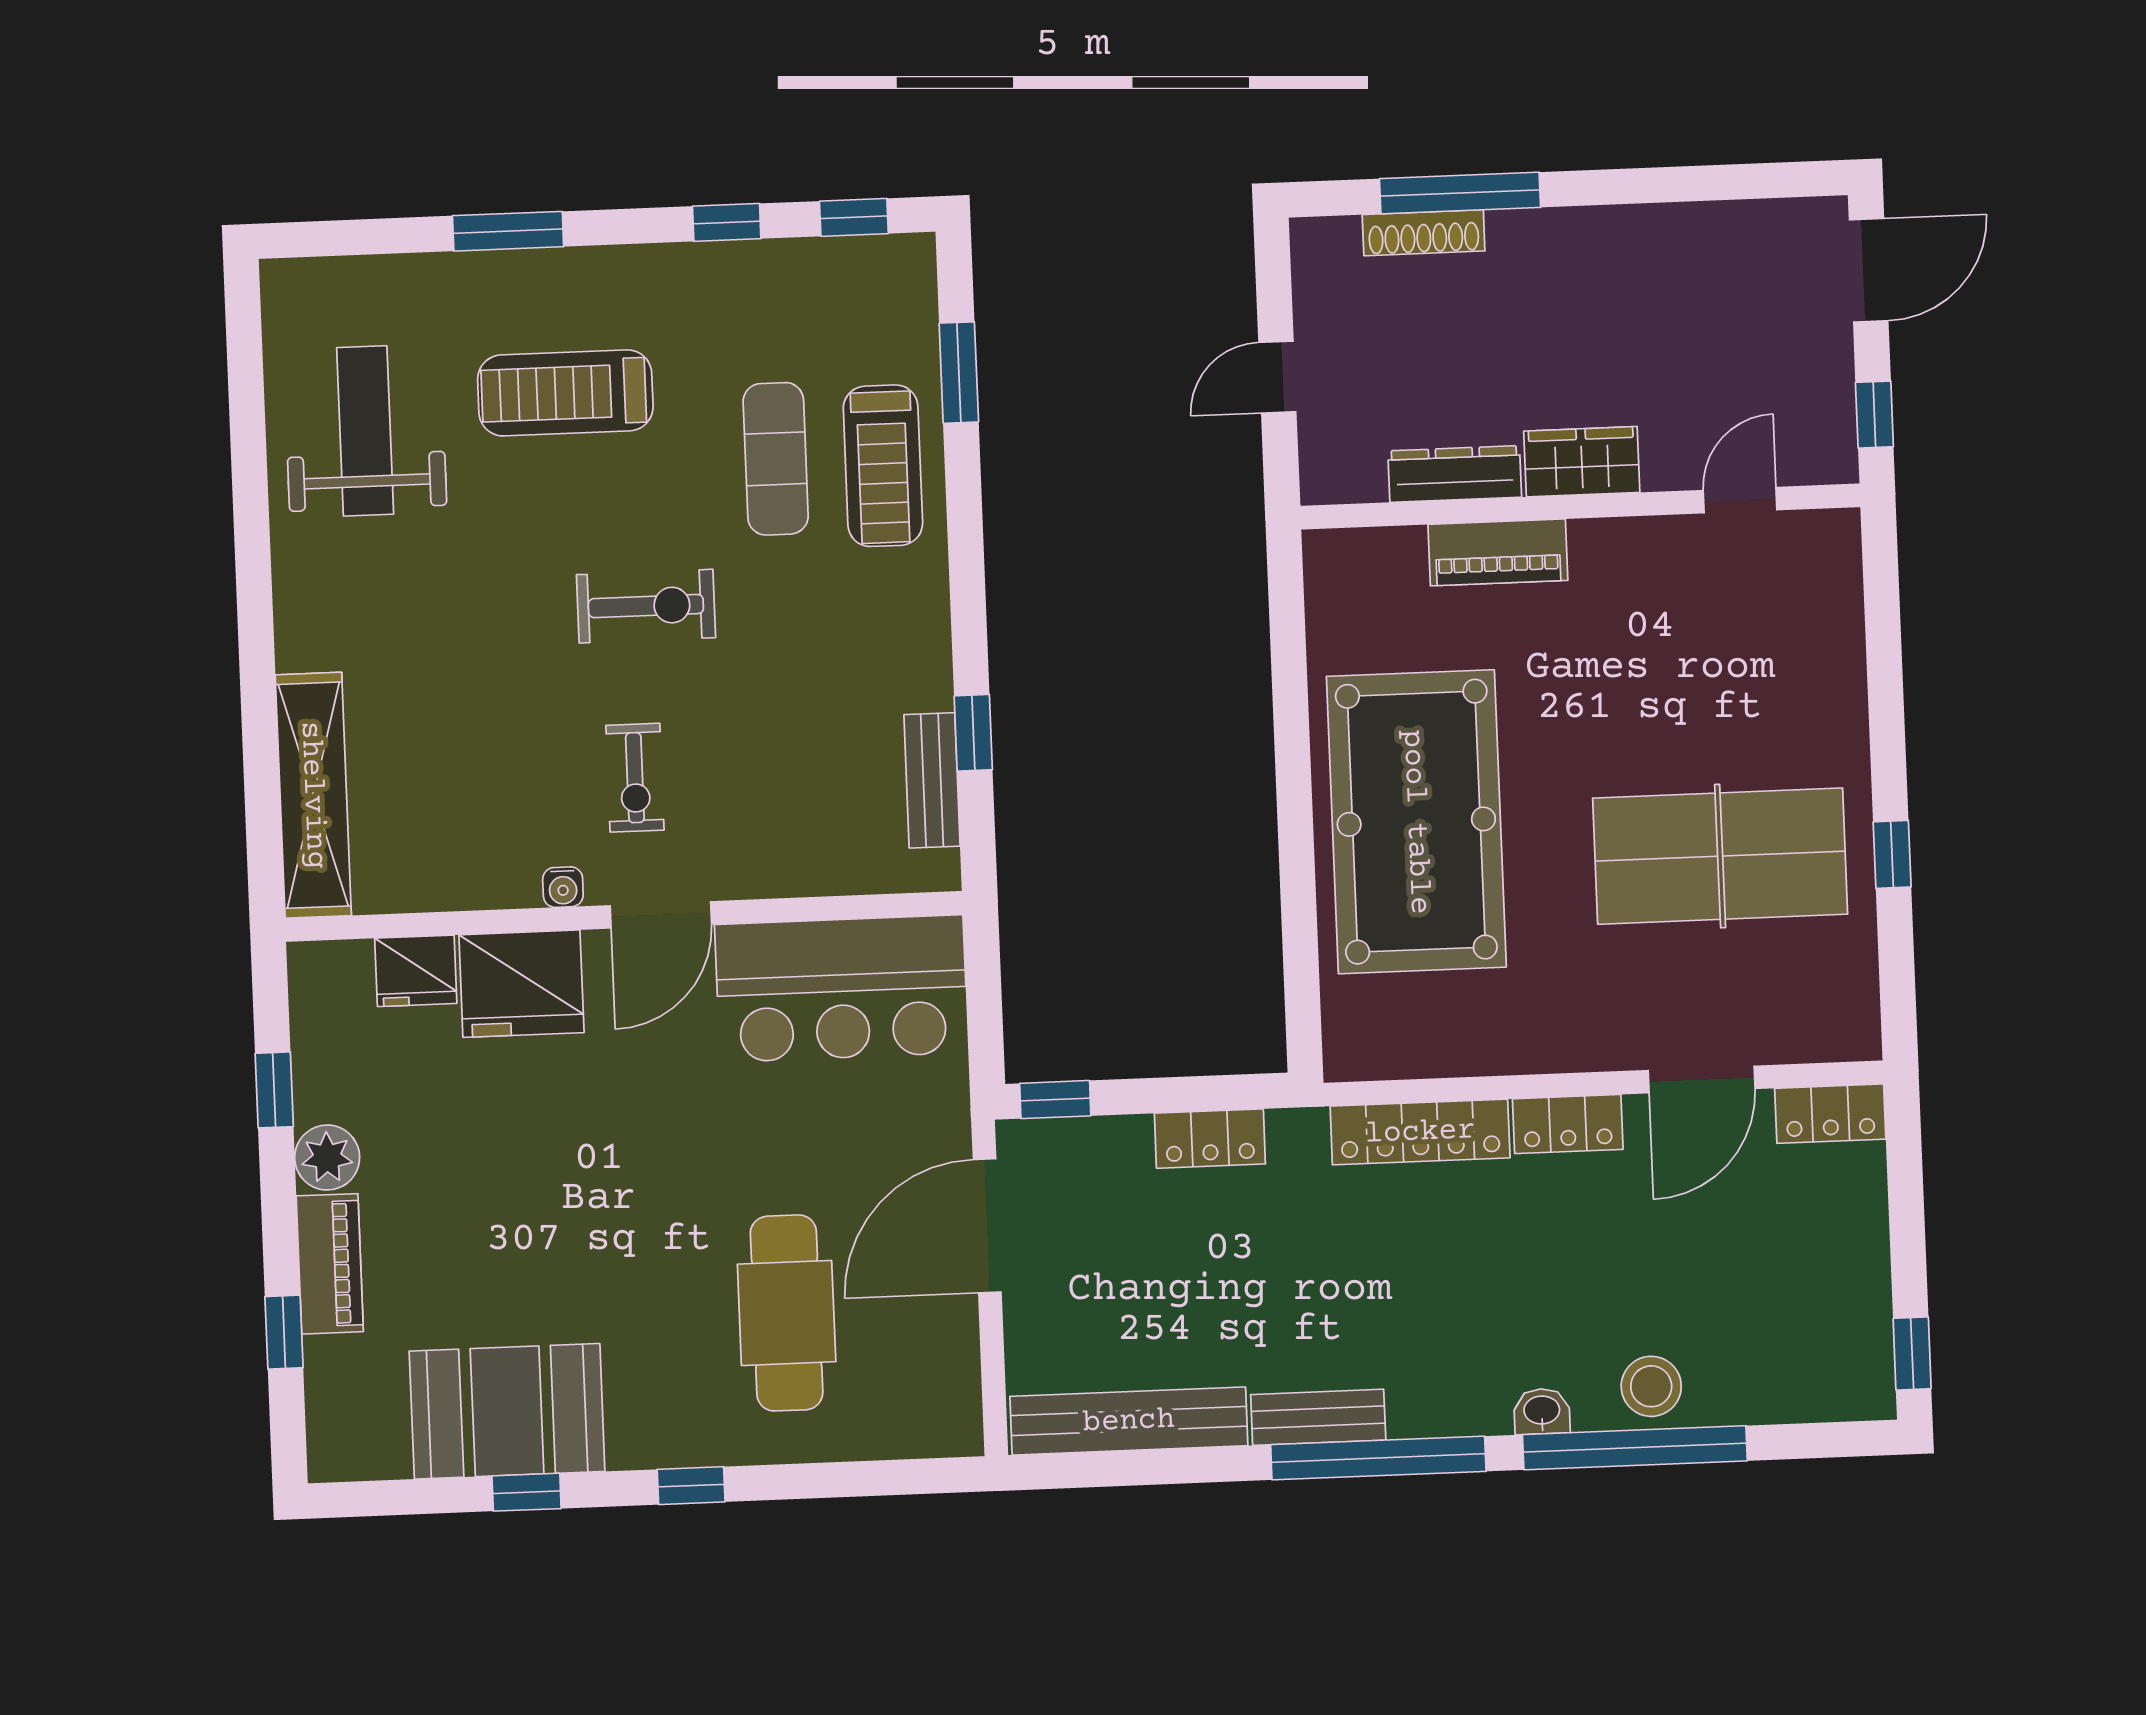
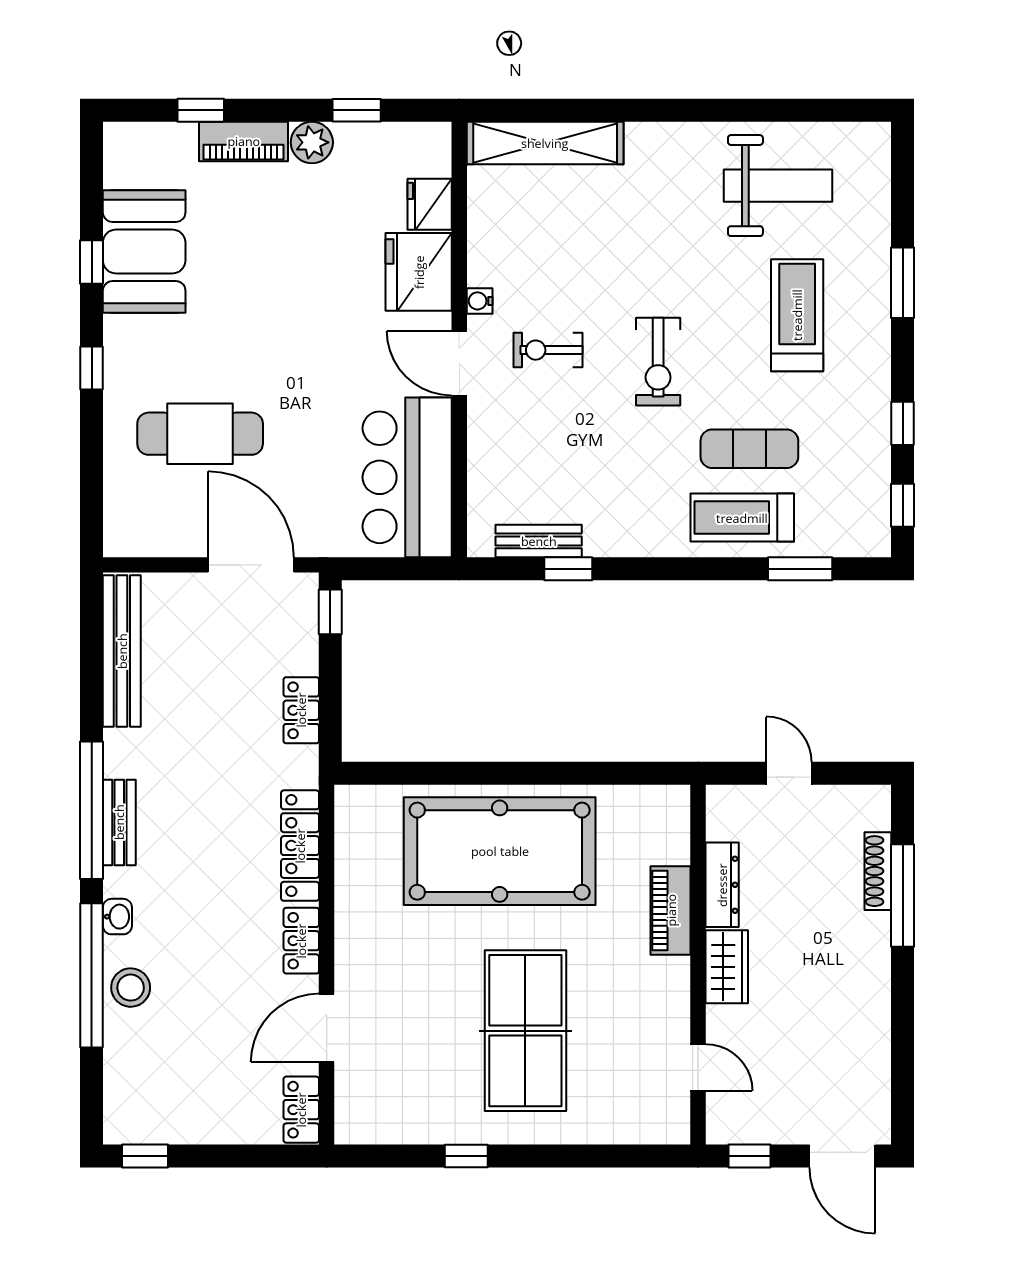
table tennis table: (1720, 856) -> (525, 1031), moved
door: (1702, 1079) -> (327, 1028), hinge flipped
bench: (1318, 1417) -> (119, 822), moved

